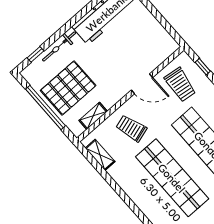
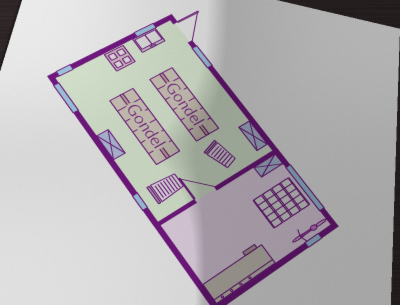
bicycle: (59, 46) -> (310, 230), moved
trolley: (180, 85) -> (166, 188), turned 83
shelving: (93, 116) -> (268, 165), moved

